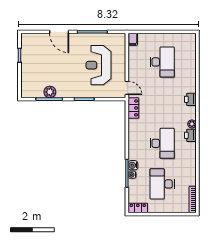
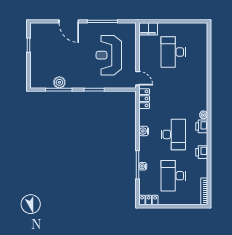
filing cabinet: (133, 39) -> (148, 29), width x2.00
desk: (162, 62) -> (173, 52), turned 180
printer: (190, 99) -> (202, 152), moved
water cooler: (133, 165) -> (144, 131), moved

